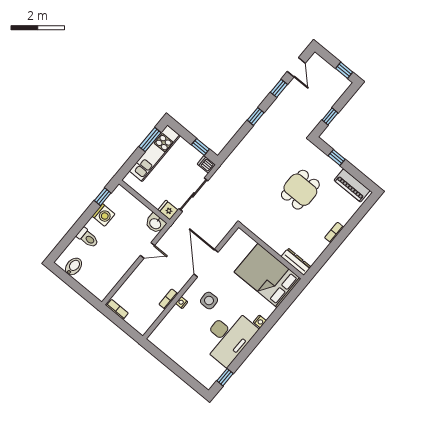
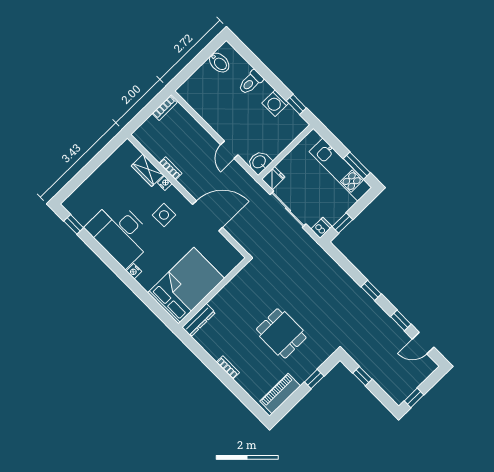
wardrobe: (172, 319) -> (147, 170), added

